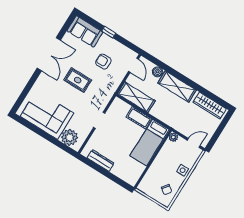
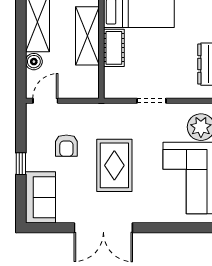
double door: (49, 54) -> (103, 228), swing flipped
rug: (78, 80) -> (114, 165), width x1.36, depth x1.43
shelving: (136, 97) -> (87, 36), moved

